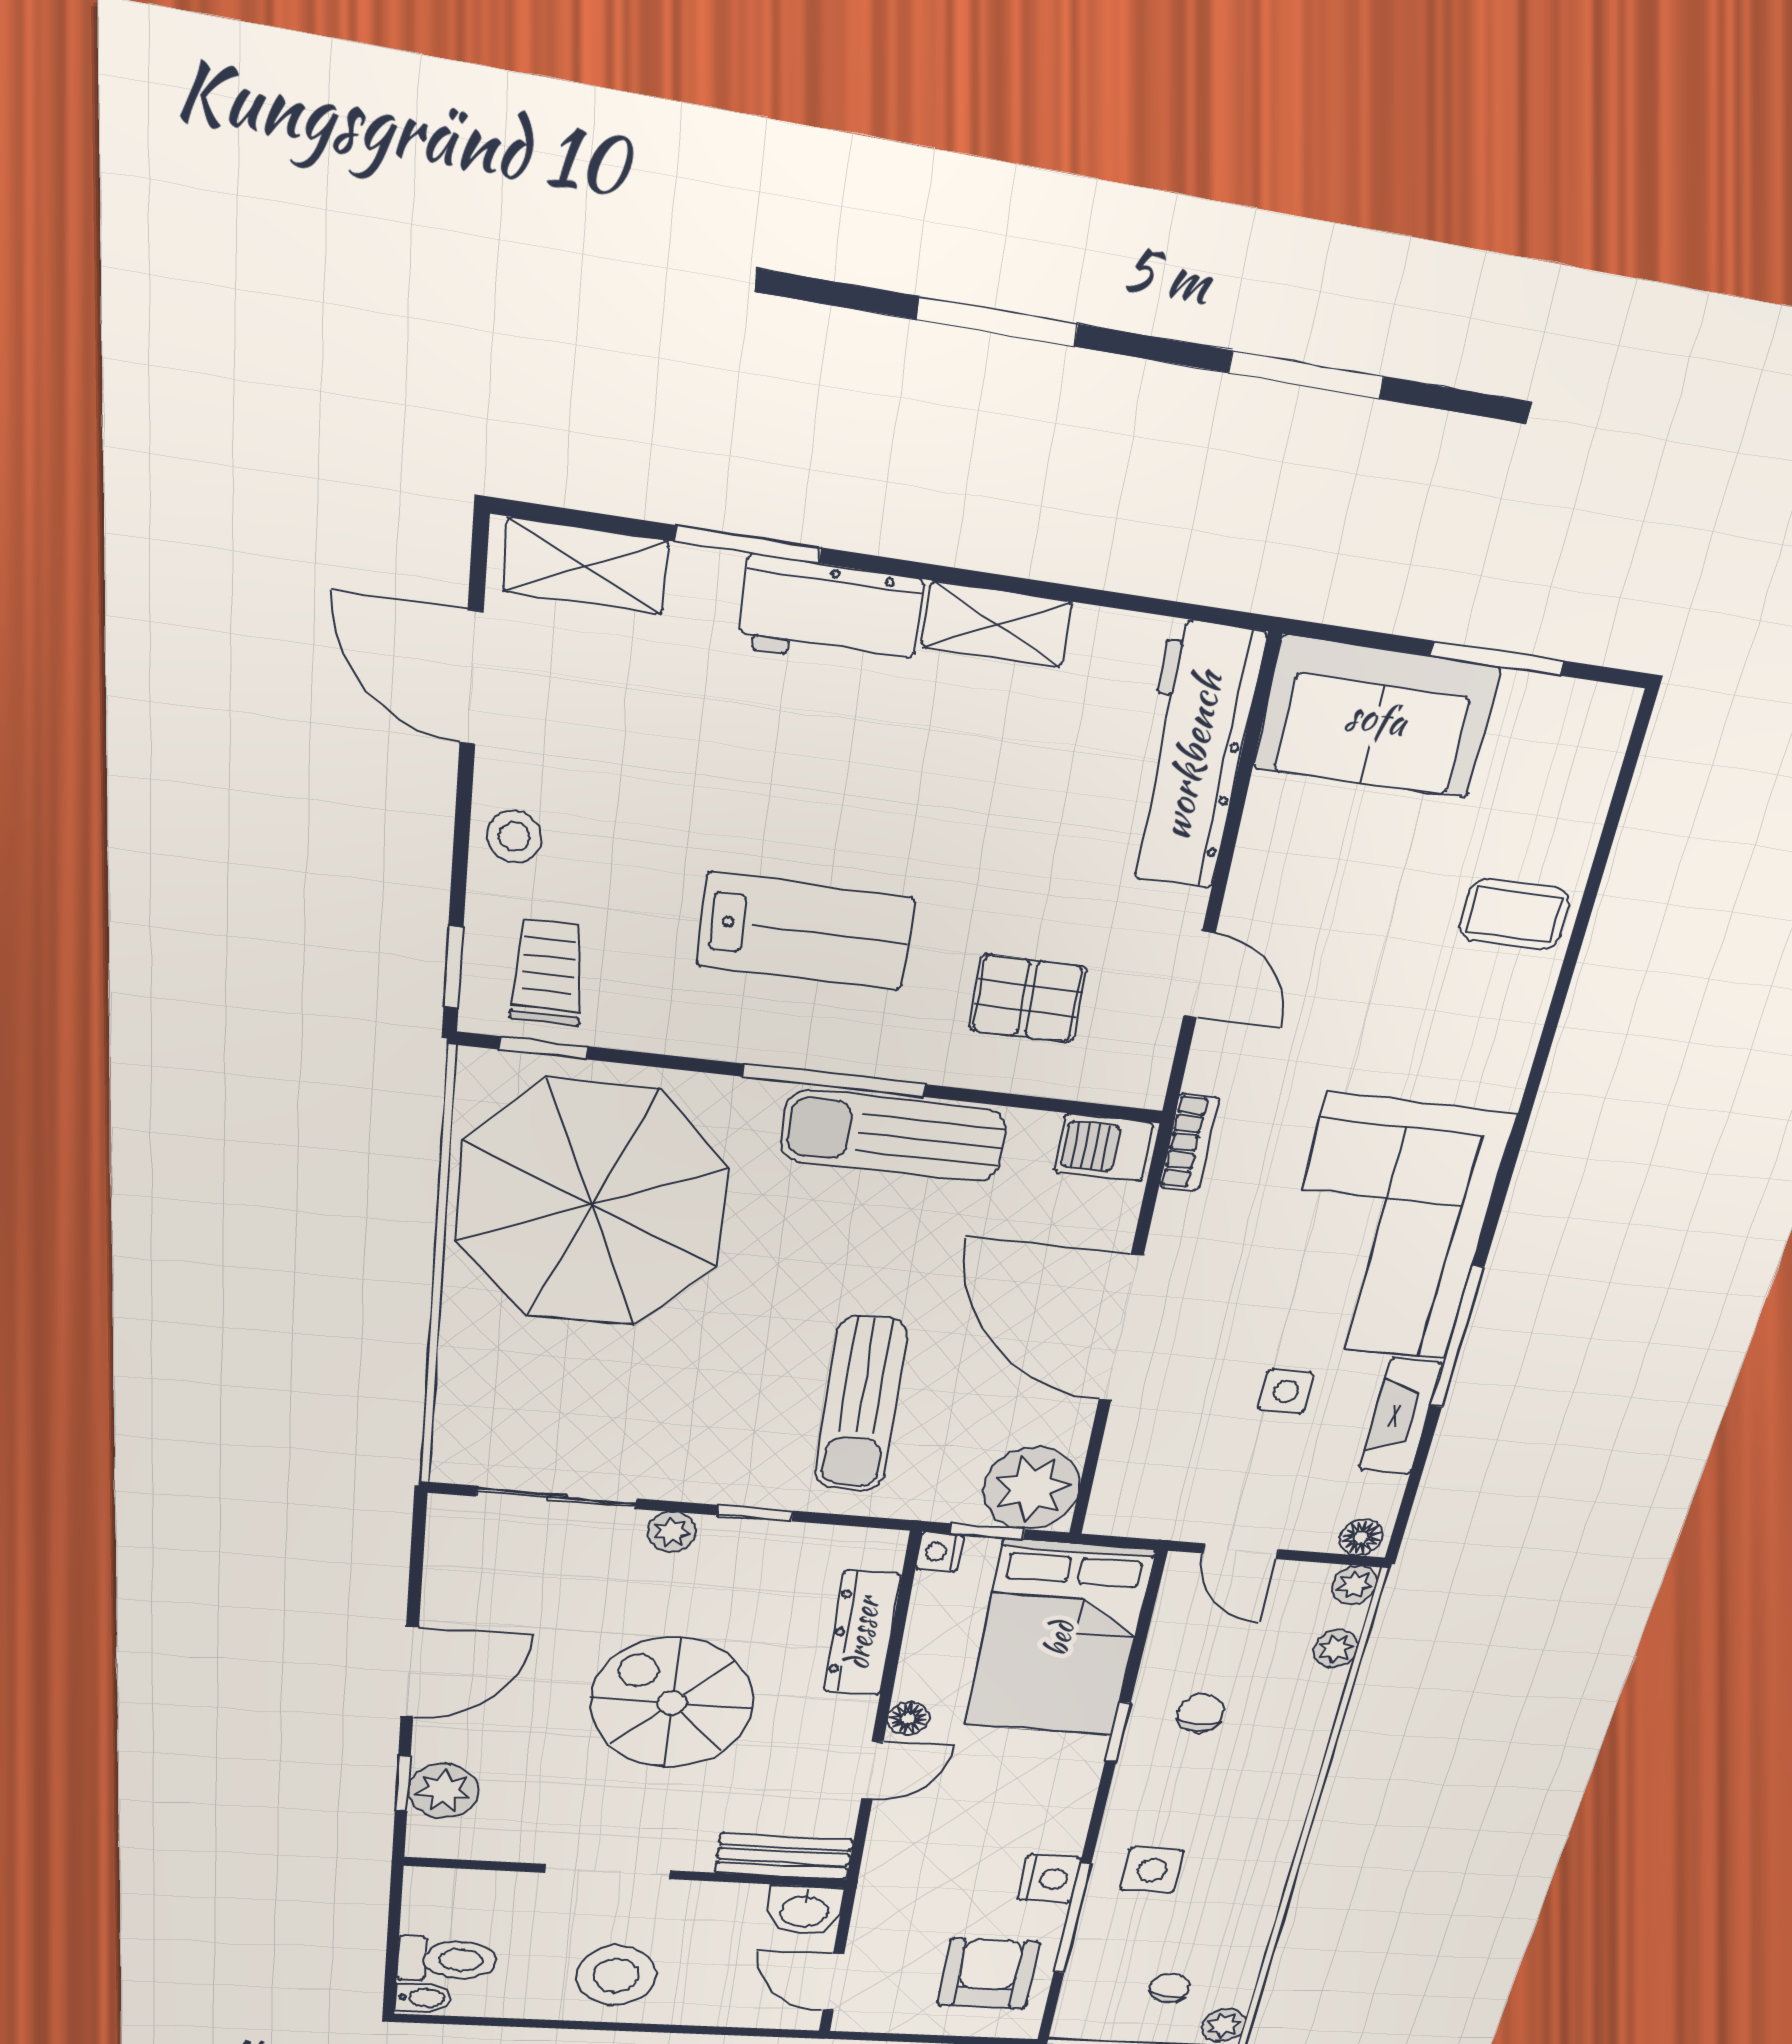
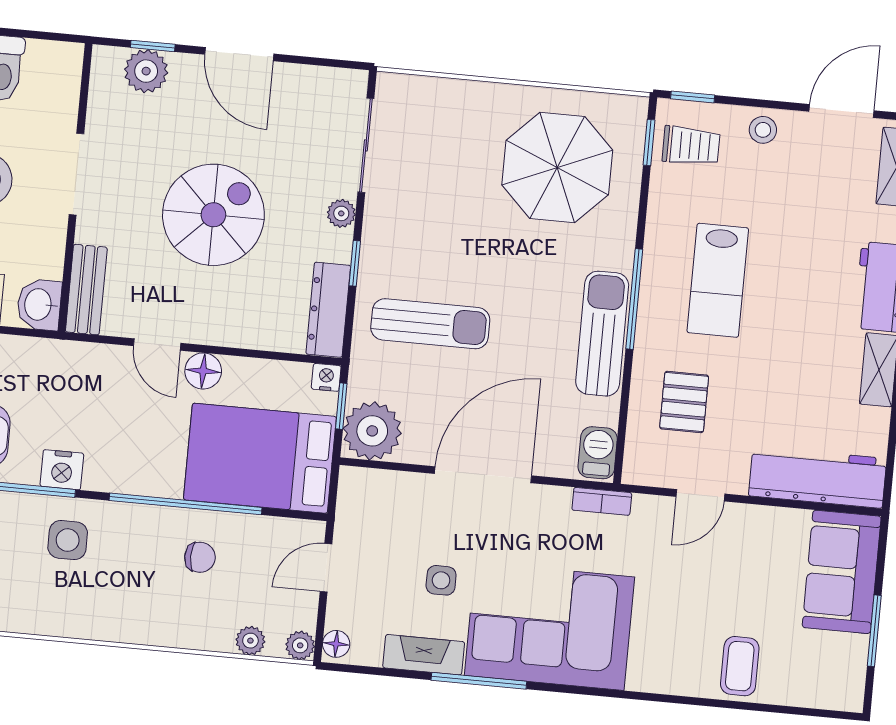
parasol: (592, 1205) -> (557, 167), width x0.73, depth x0.73
sun lounger: (861, 1405) -> (430, 324), turned 180
dresser: (862, 1633) -> (328, 310), moved, turned -90
floor lamp: (908, 1718) -> (203, 371), width x1.37, depth x1.37
window: (1118, 1732) -> (186, 504), width x3.17

